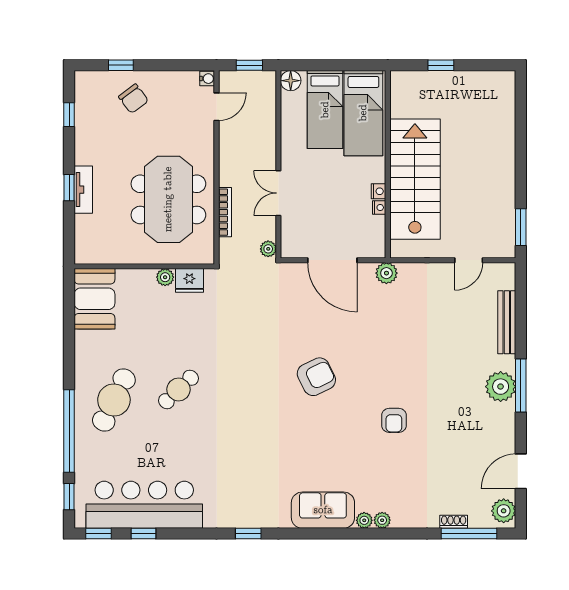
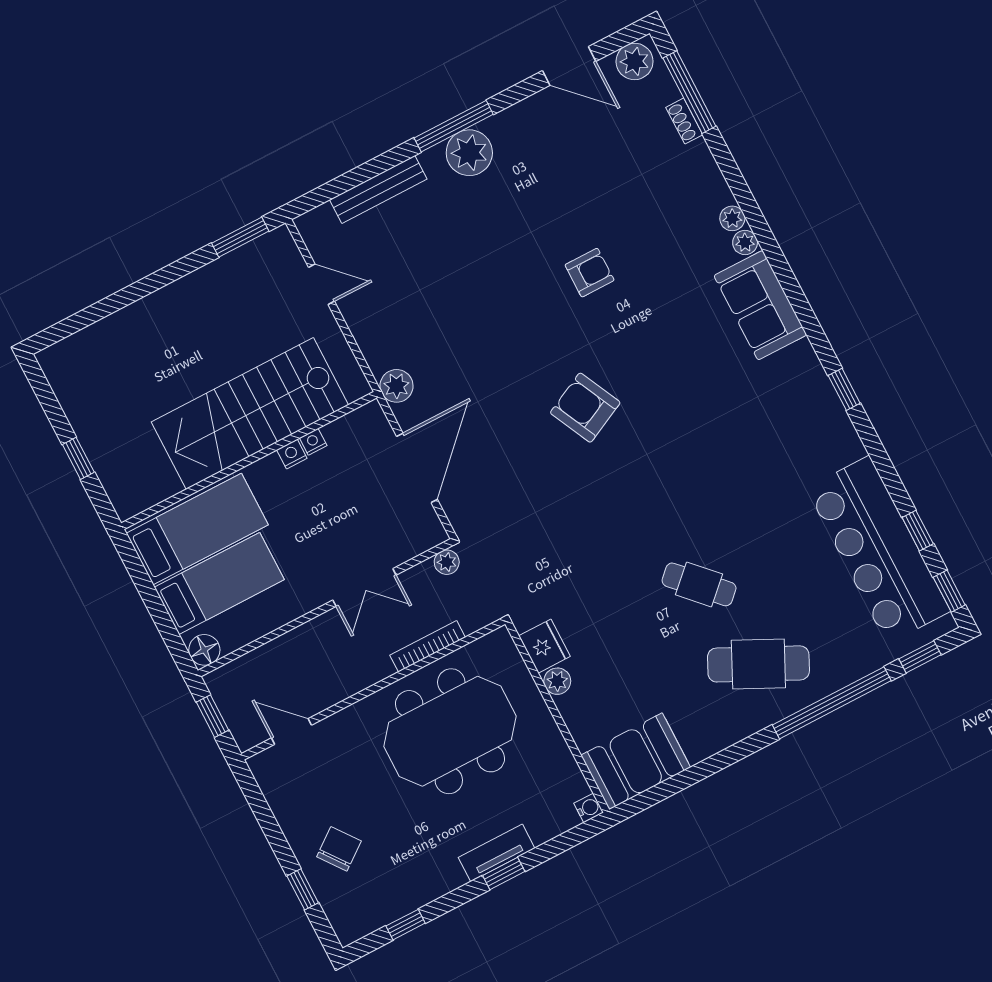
water cooler: (207, 79) -> (589, 808), moved, turned 90

